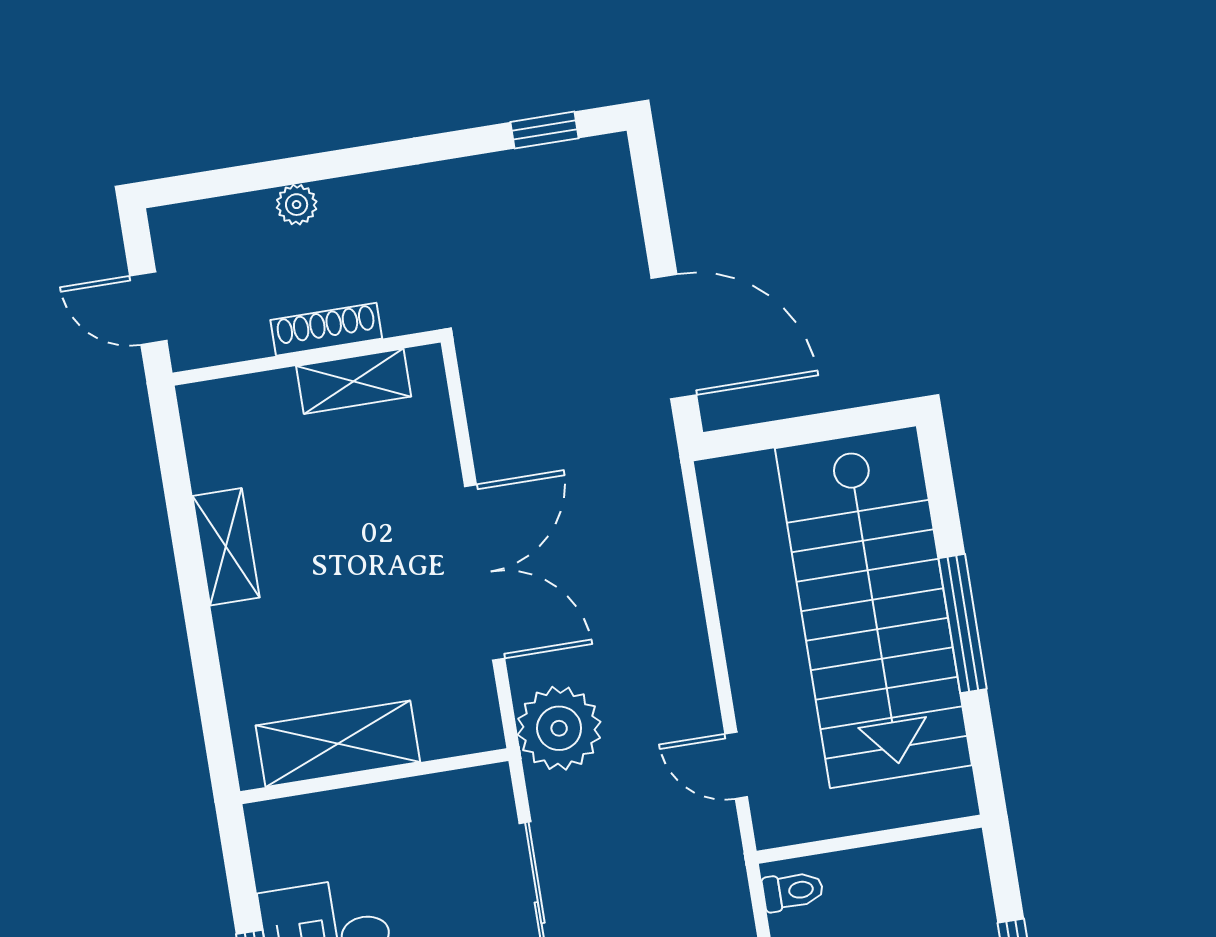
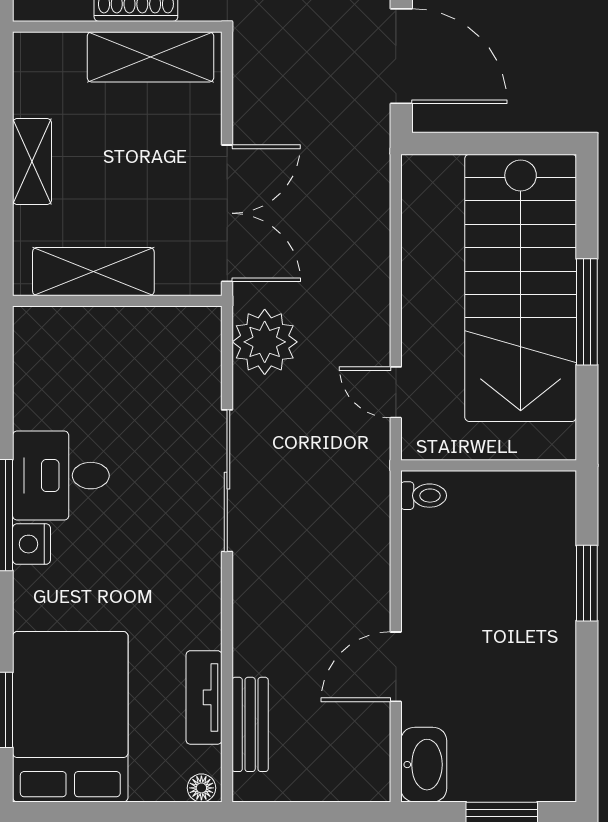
shelving: (354, 381) -> (150, 57), width x1.50, depth x1.33
shelving: (338, 744) -> (93, 272), moved
wall: (374, 776) -> (117, 301), moved

